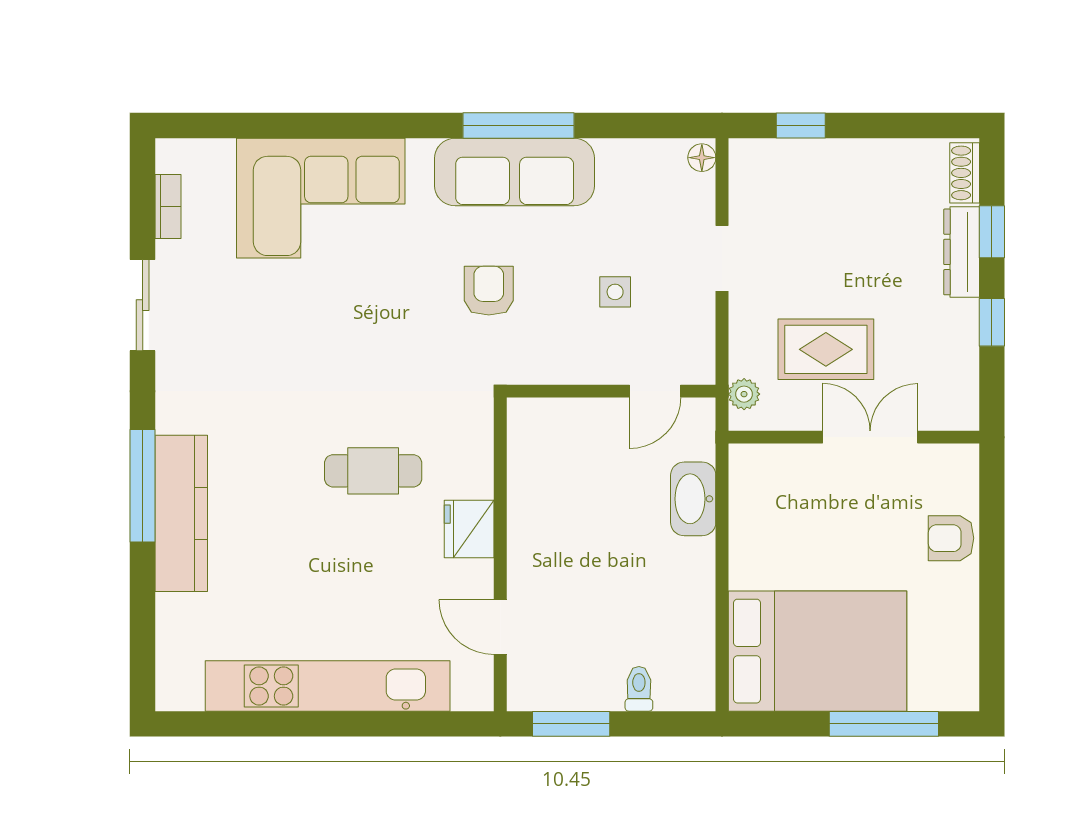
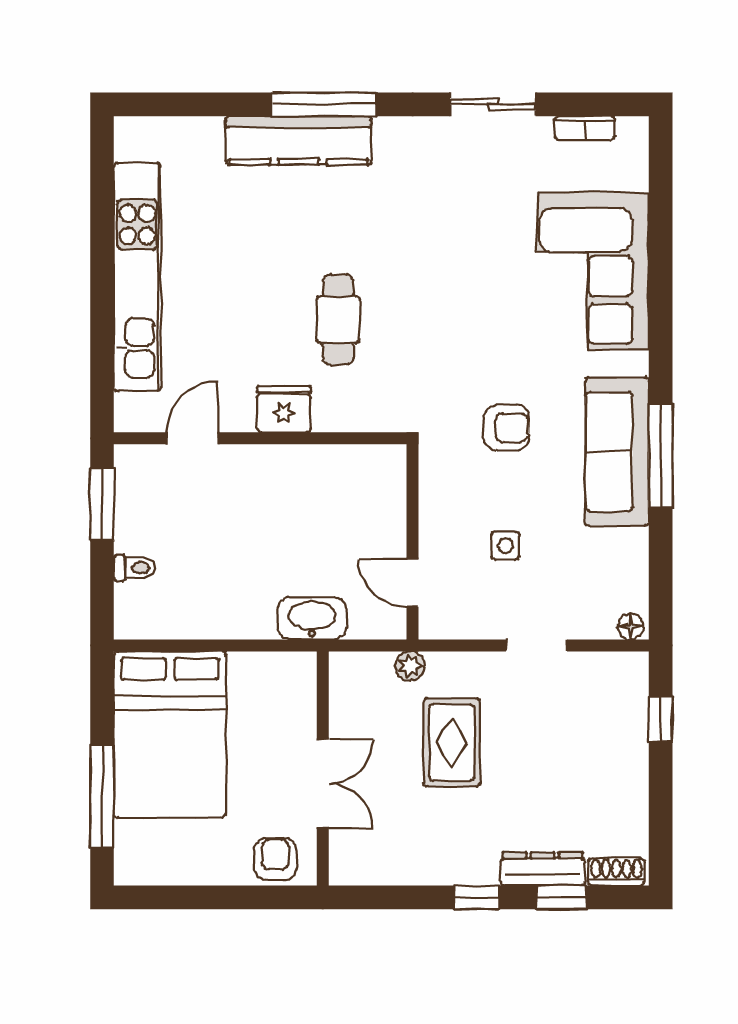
wall: (854, 437) -> (323, 768), moved
double door: (870, 437) -> (323, 784), moved

